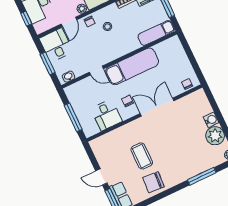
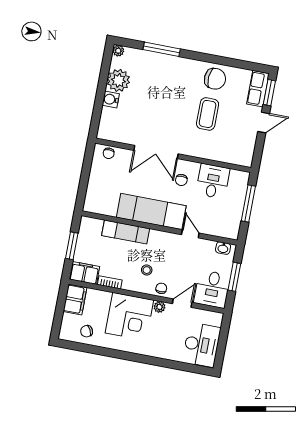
window: (26, 19) -> (223, 338), removed
exam couch: (156, 33) -> (126, 232), moved
door: (101, 177) -> (264, 122), hinge flipped

